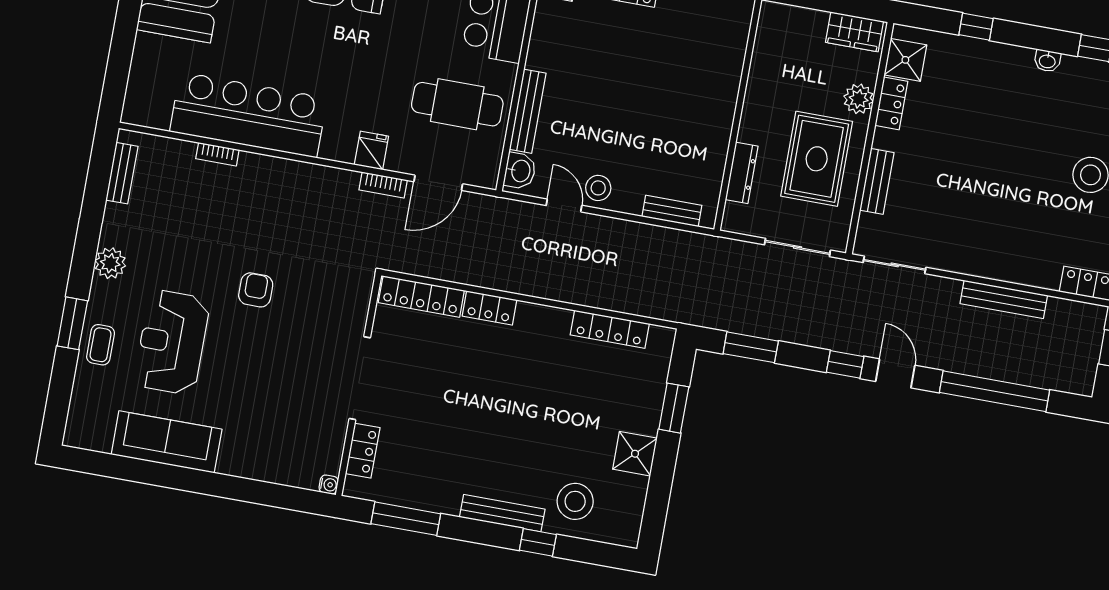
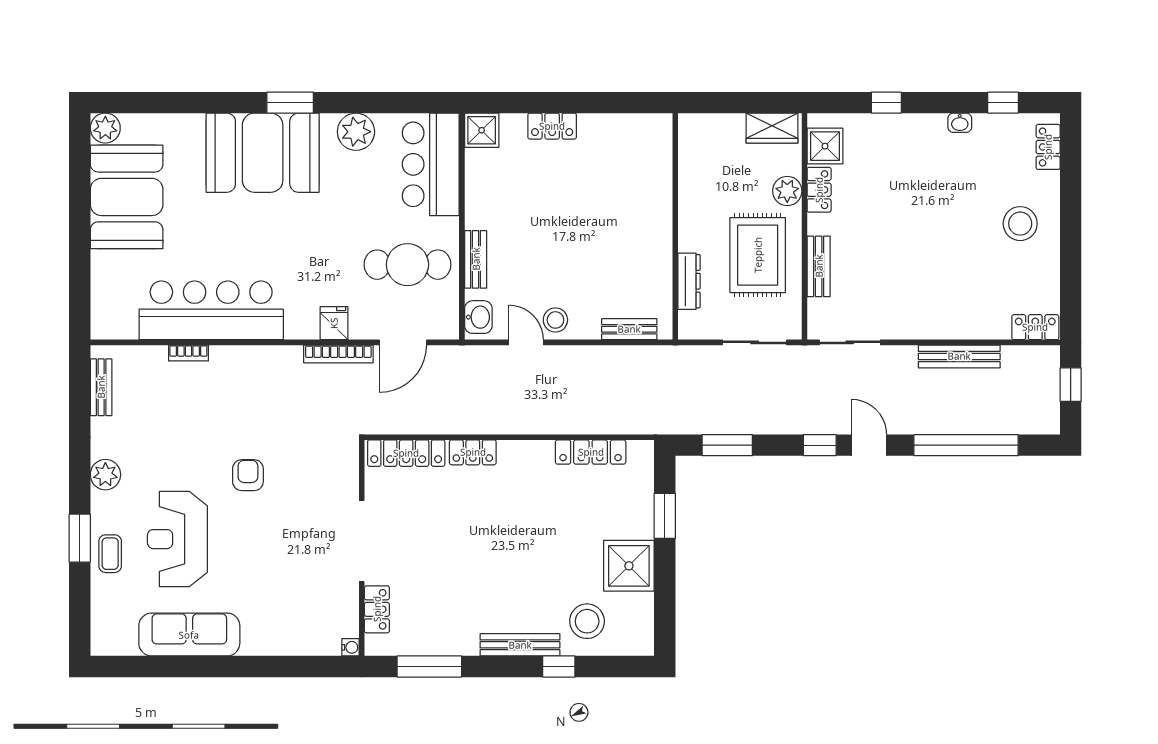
bench: (528, 111) -> (476, 259), width x0.73
bookcase: (383, 185) -> (338, 354), width x1.56
shower: (635, 454) -> (629, 566), width x1.36, depth x1.36

